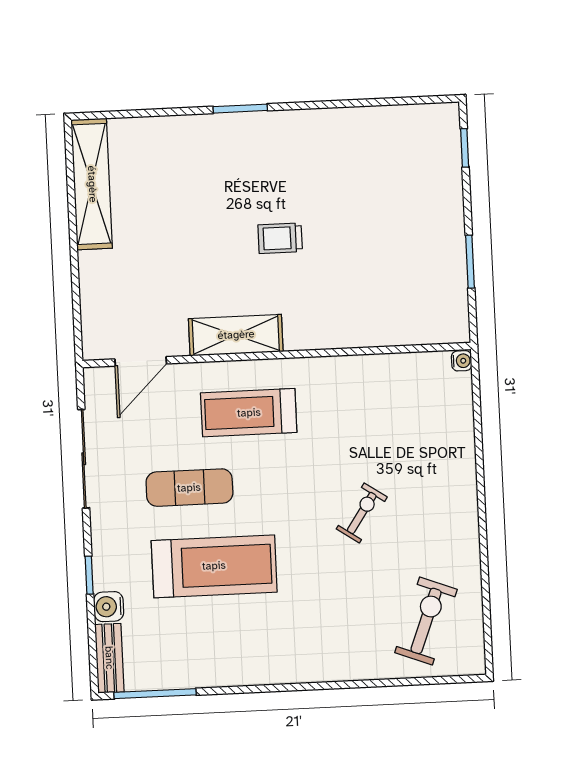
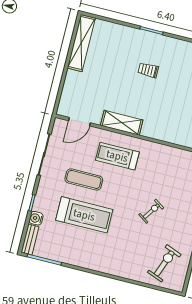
trolley: (280, 238) -> (148, 70), moved

